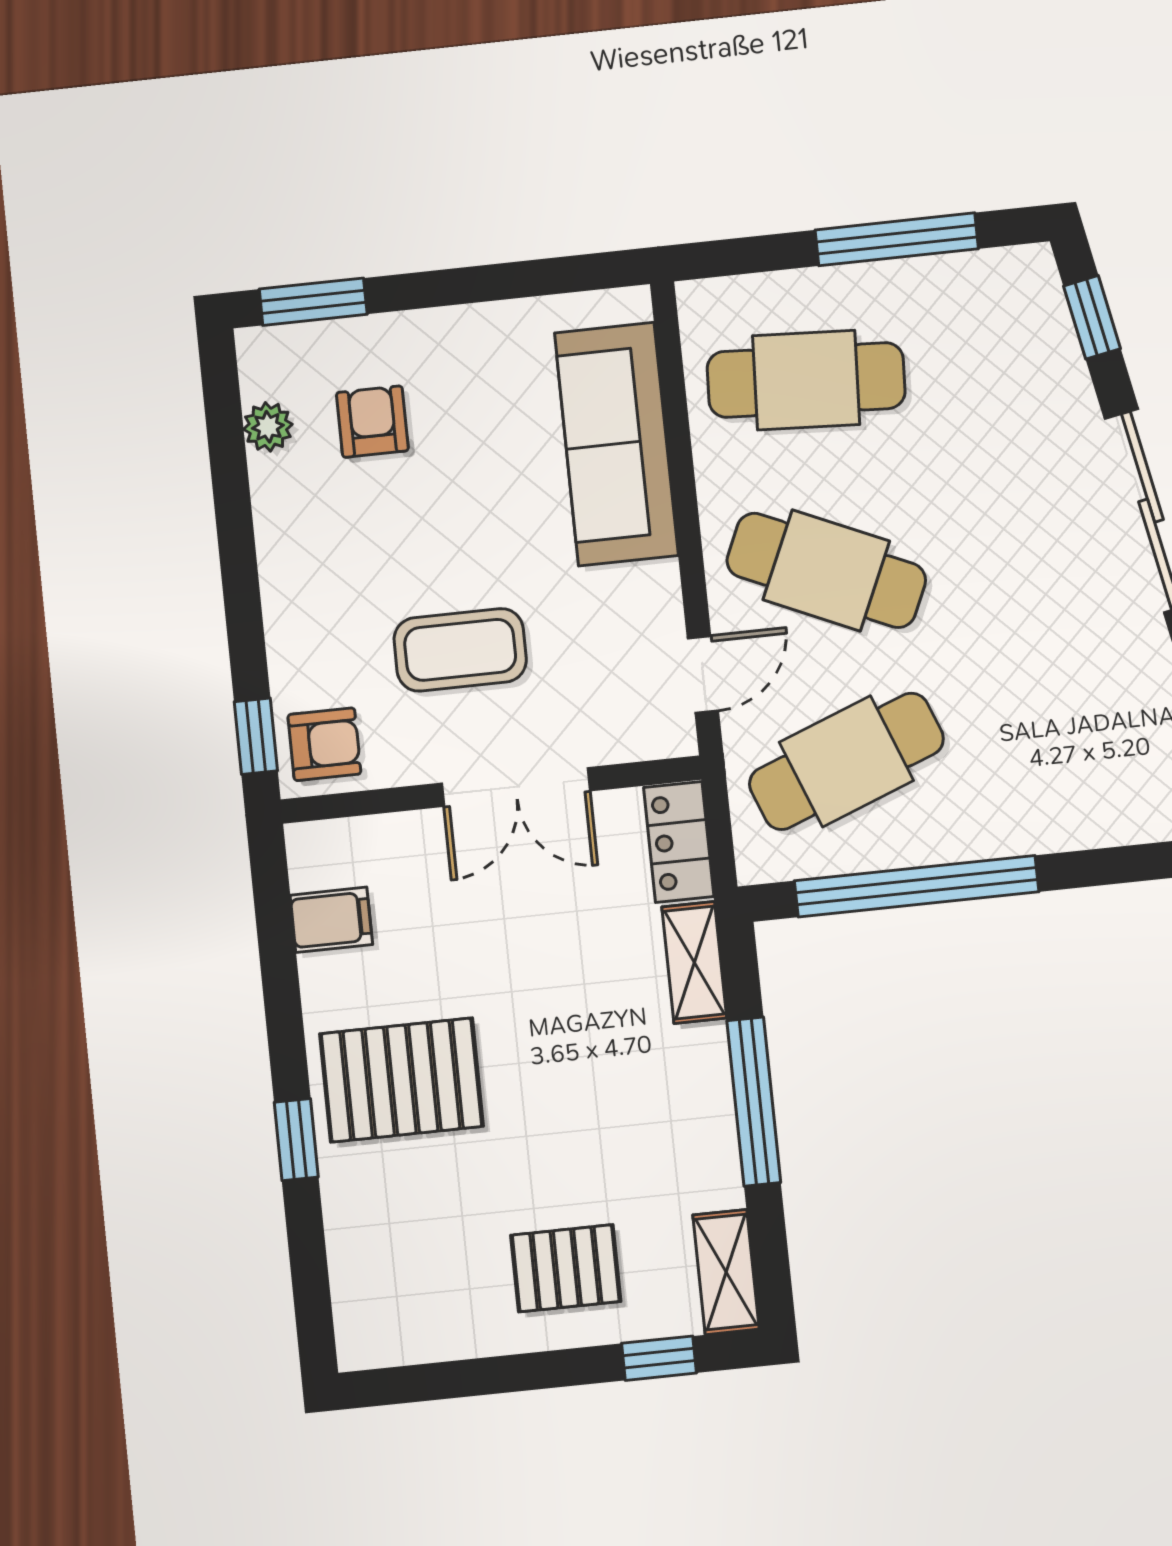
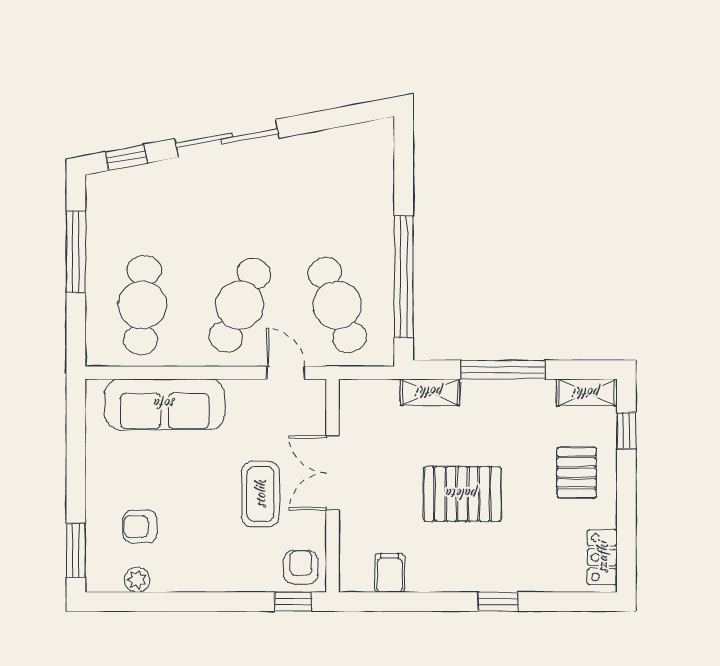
double door: (516, 787) -> (333, 473), swing flipped
locker: (679, 842) -> (602, 557), moved, turned 90
pallet: (401, 1080) -> (462, 494), moved, turned 90

